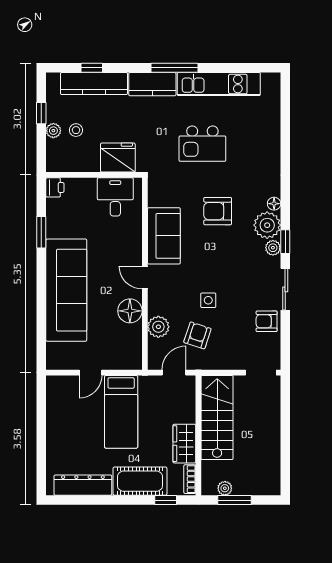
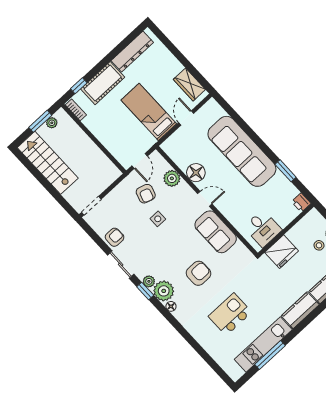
window: (174, 68) -> (270, 355), moved
kitchen island: (202, 144) -> (230, 314), moved
stairs: (217, 418) -> (48, 163), moved, turned 180
wardrobe: (184, 444) -> (189, 84), moved, turned 180

